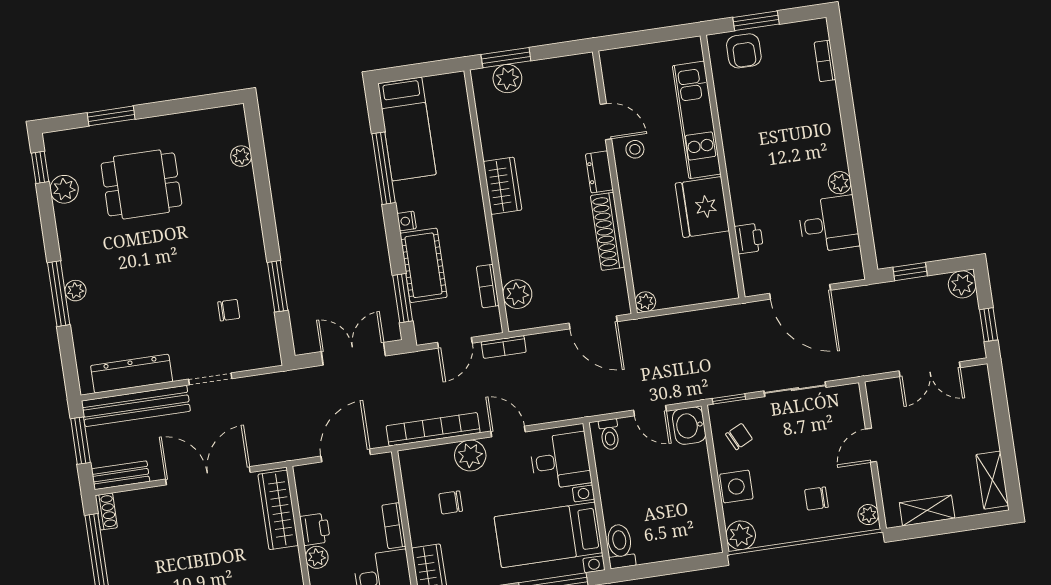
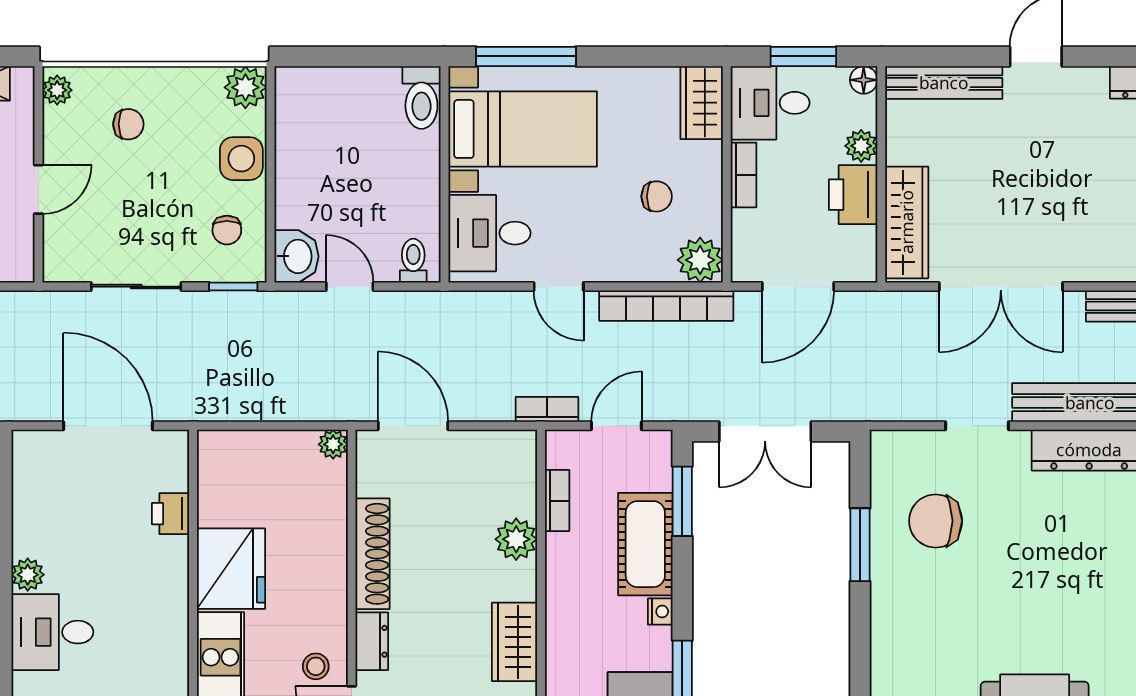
desk: (829, 224) -> (52, 632), moved
plant: (517, 294) -> (516, 539), moved
chair: (229, 310) -> (936, 521), width x1.87, depth x1.87
chair: (739, 437) -> (227, 230), turned -64
plant: (470, 455) -> (700, 260), moved
printer: (315, 529) -> (853, 195), width x1.36, depth x1.24

